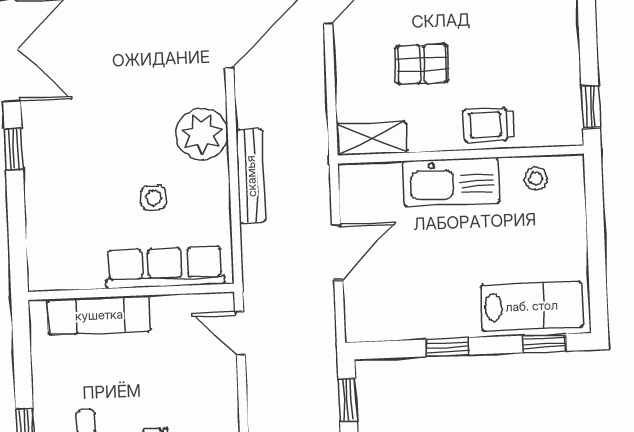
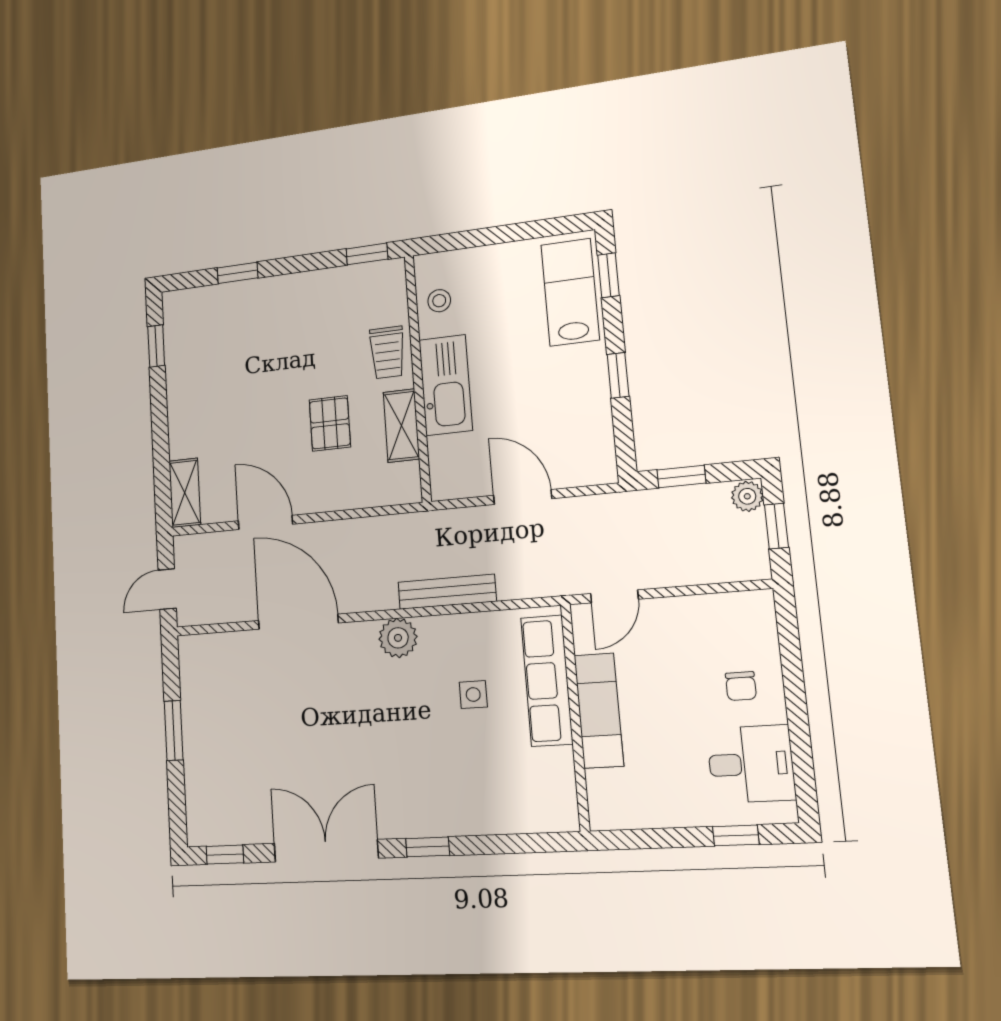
plant: (202, 134) -> (398, 638), width x0.73, depth x0.73
shelving: (372, 138) -> (401, 426), moved
exam couch: (99, 315) -> (599, 711), moved

